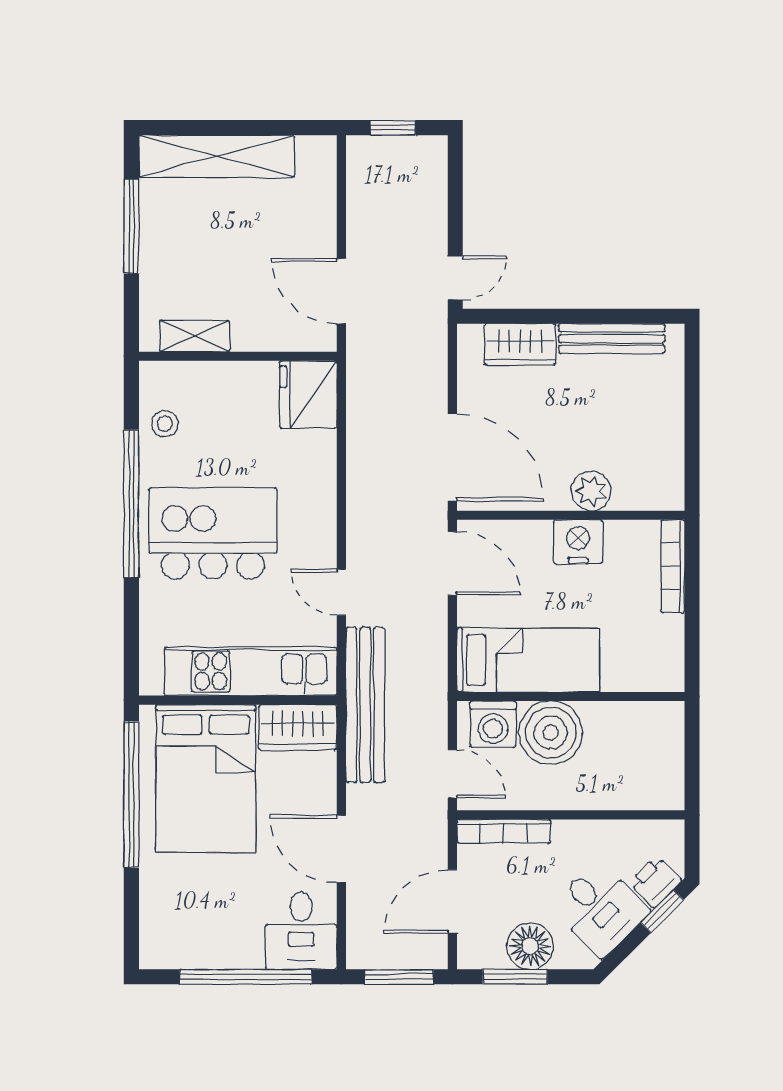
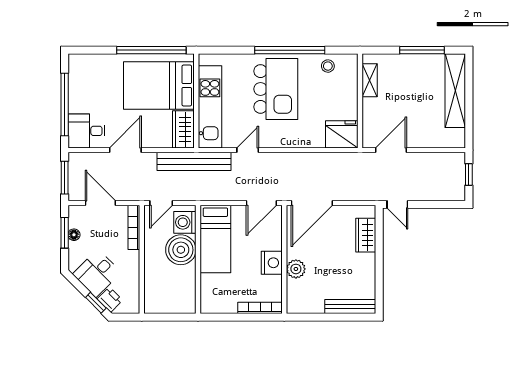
bench: (612, 339) -> (350, 306), moved, turned 90
floor lamp: (530, 946) -> (74, 235), width x0.53, depth x0.53

